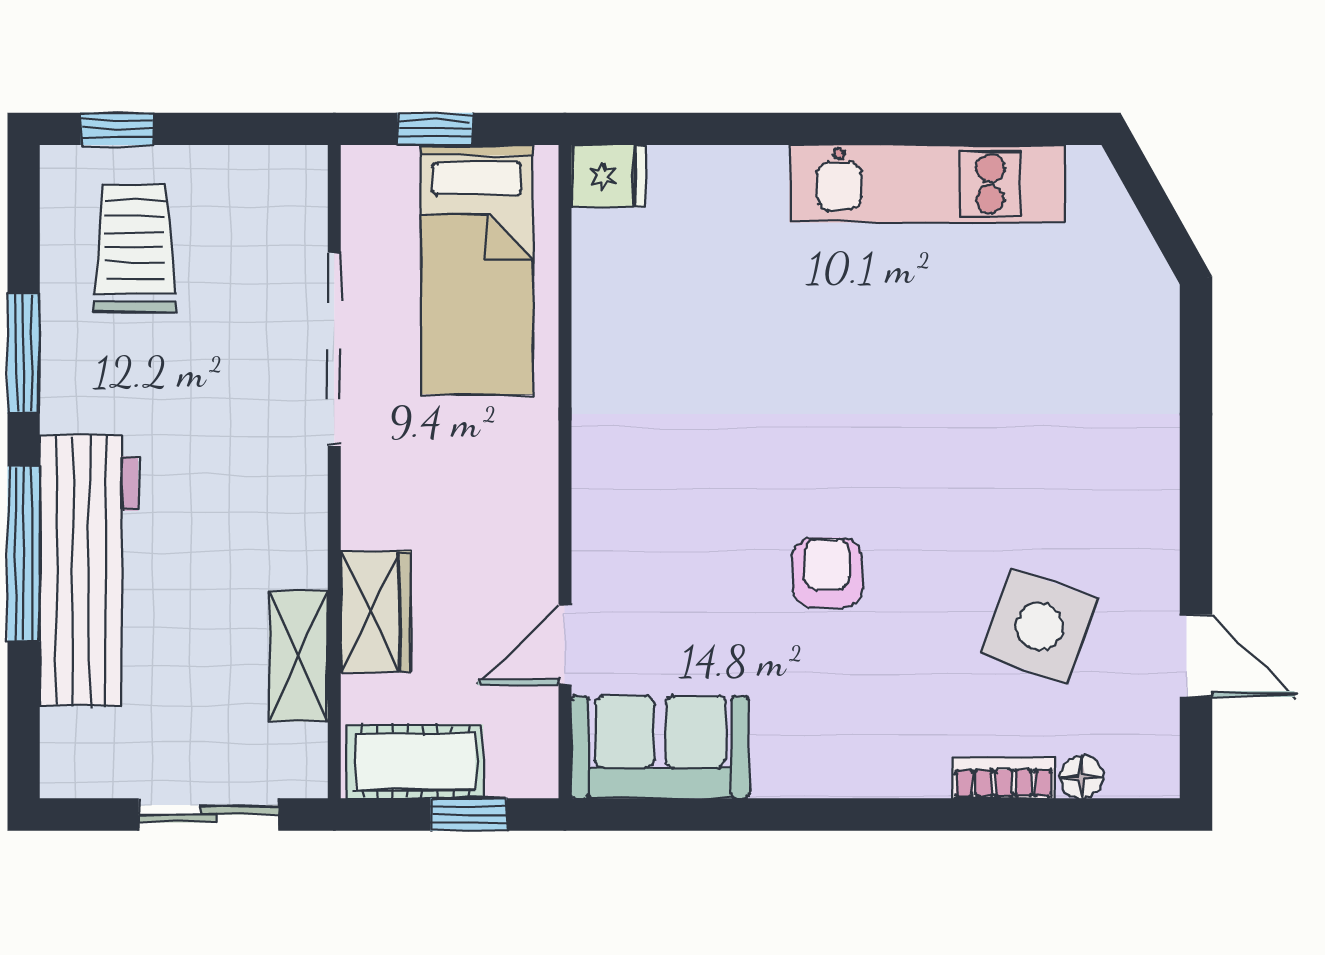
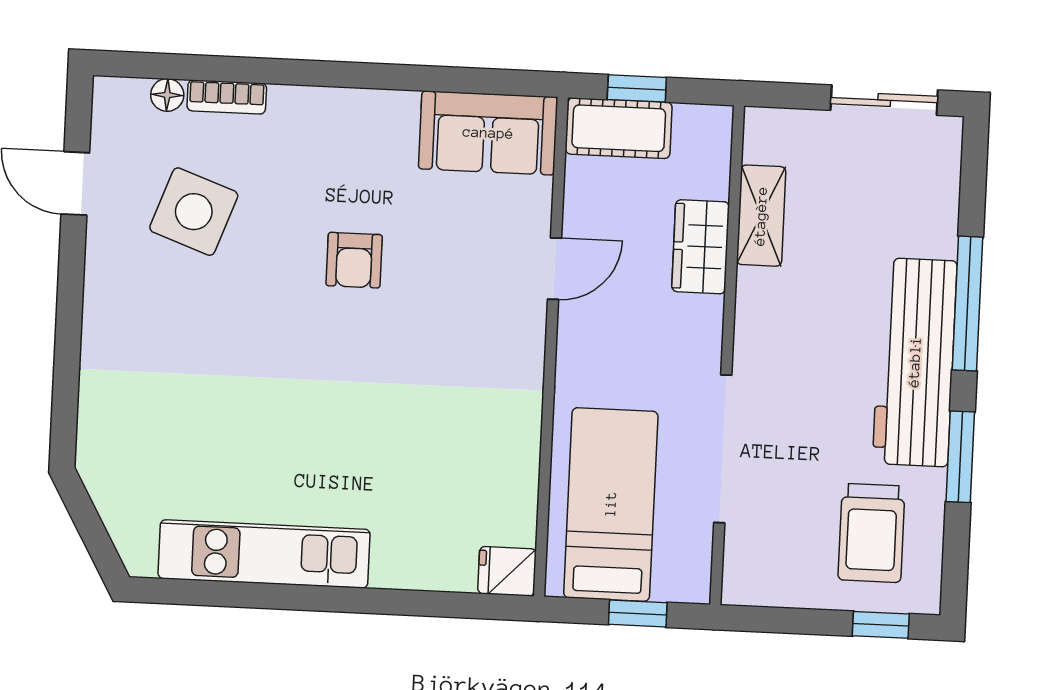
workbench: (89, 570) -> (915, 362), moved
door: (565, 645) -> (555, 269), moved
cot: (415, 761) -> (619, 128), moved
sliding door: (209, 814) -> (884, 100), moved

